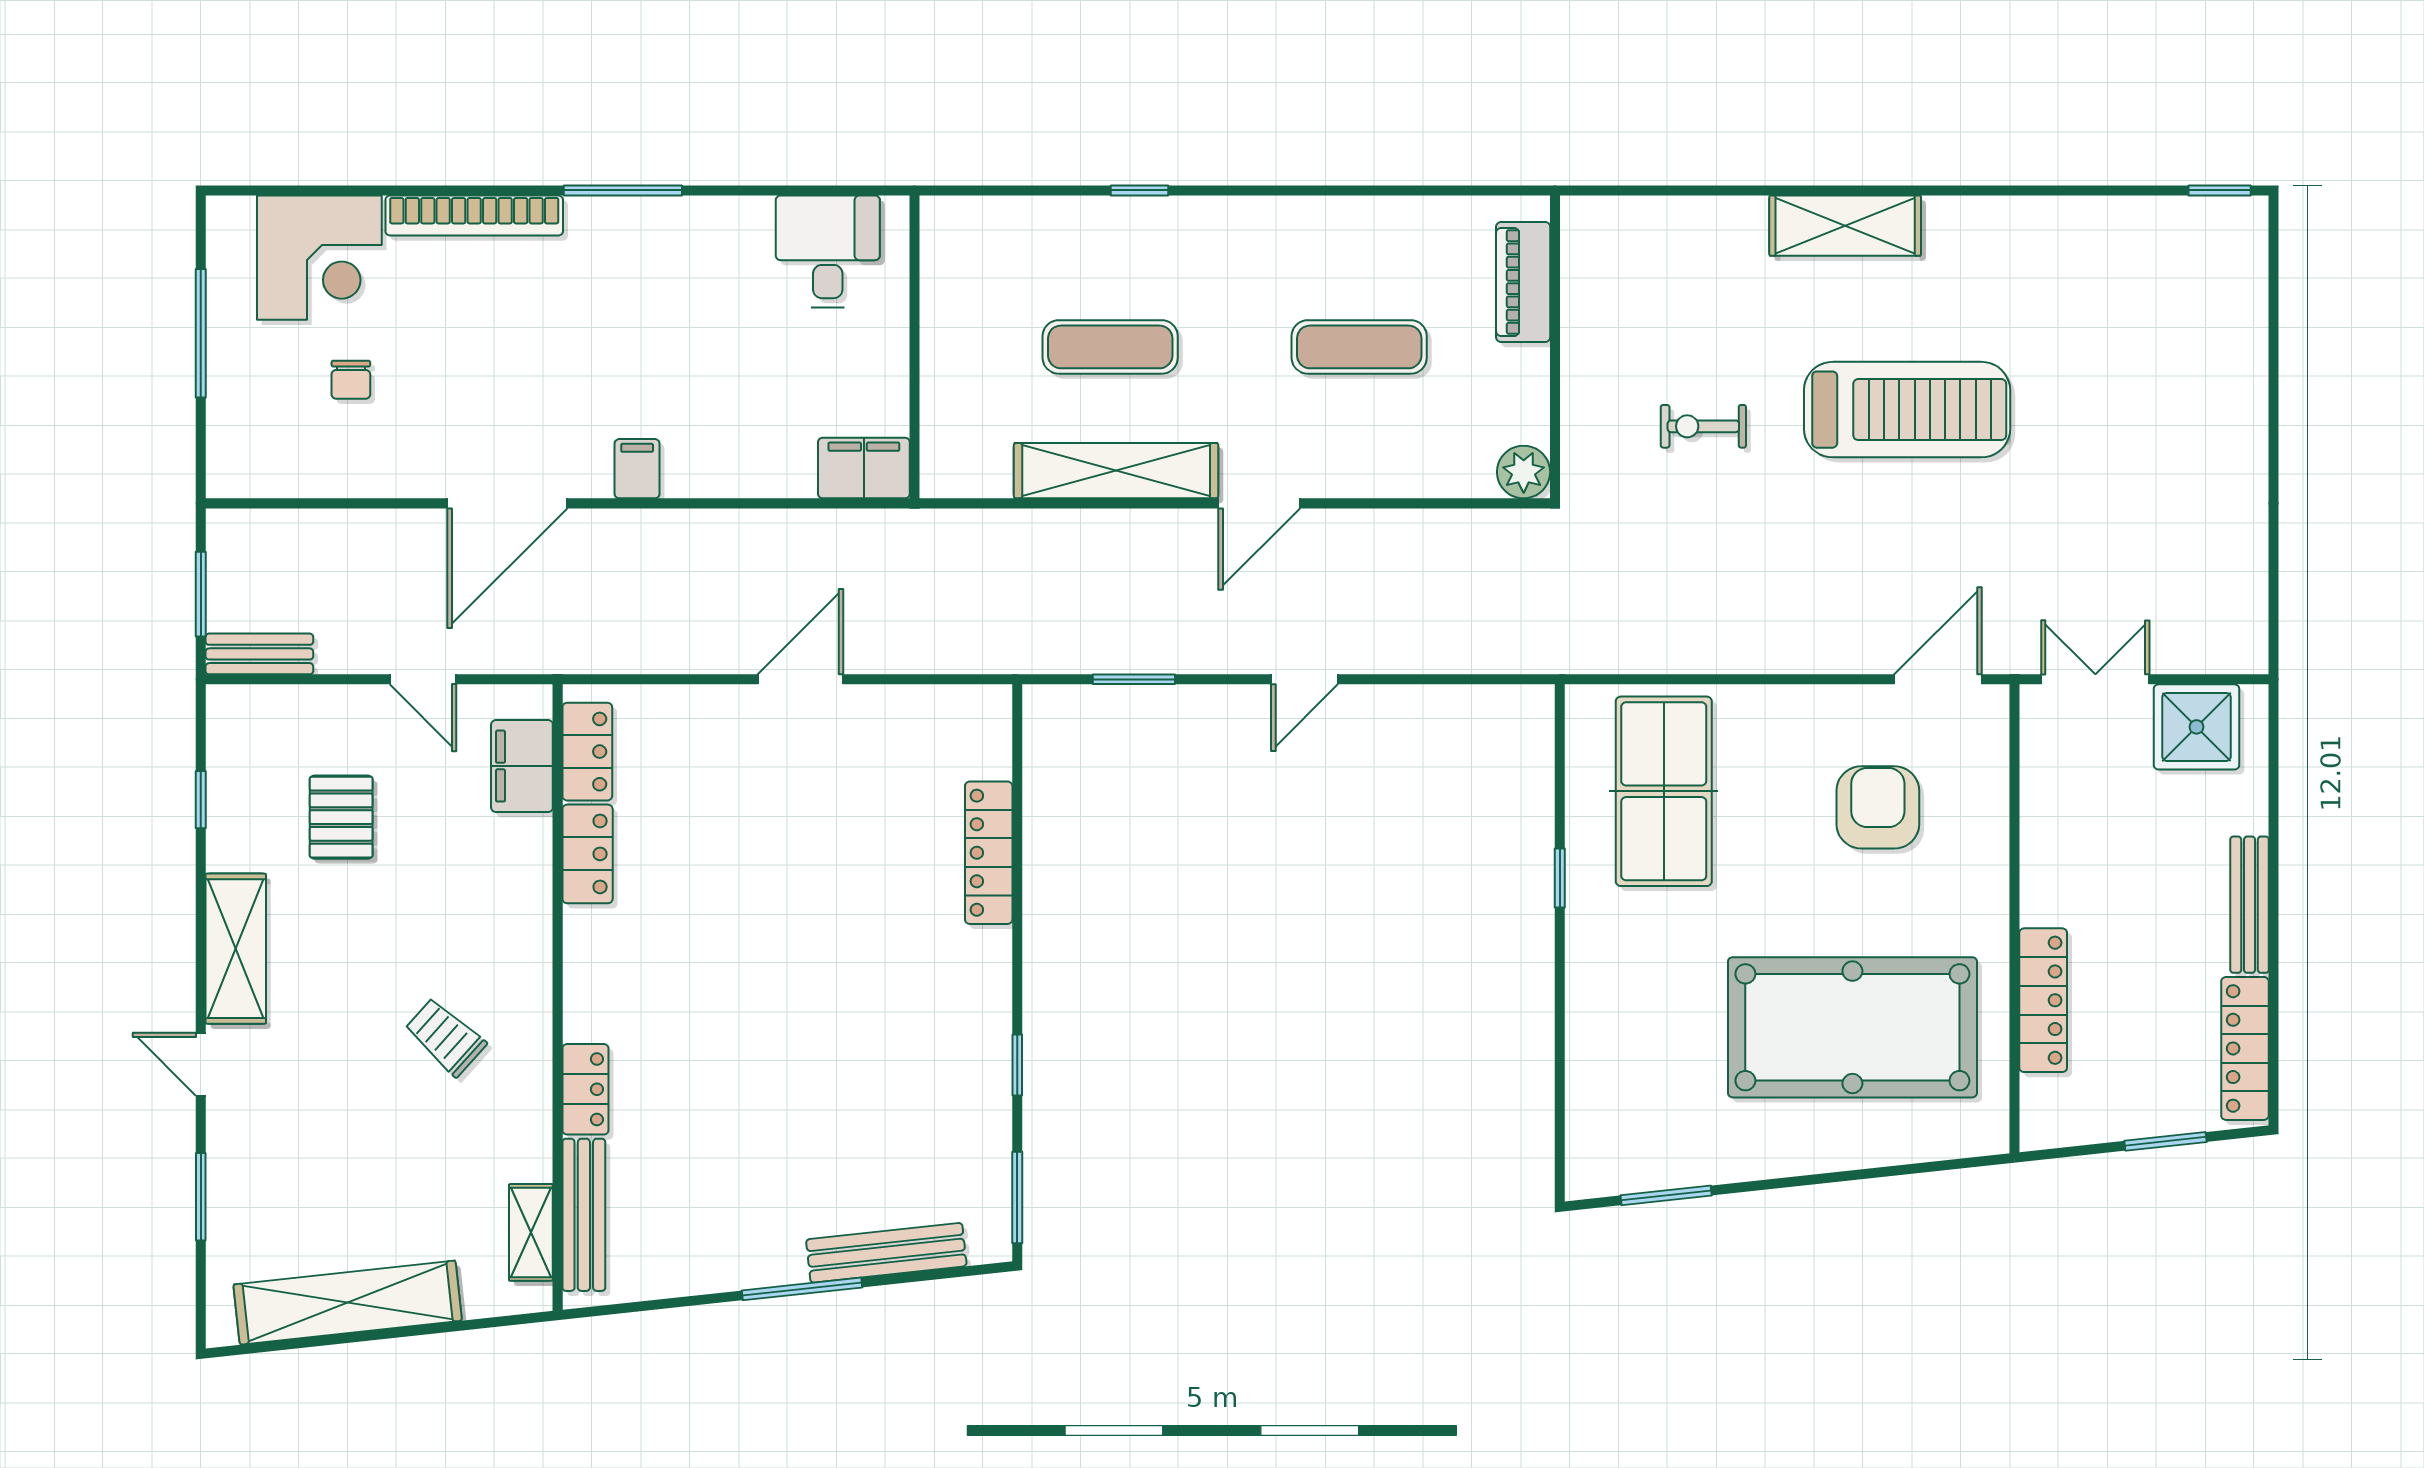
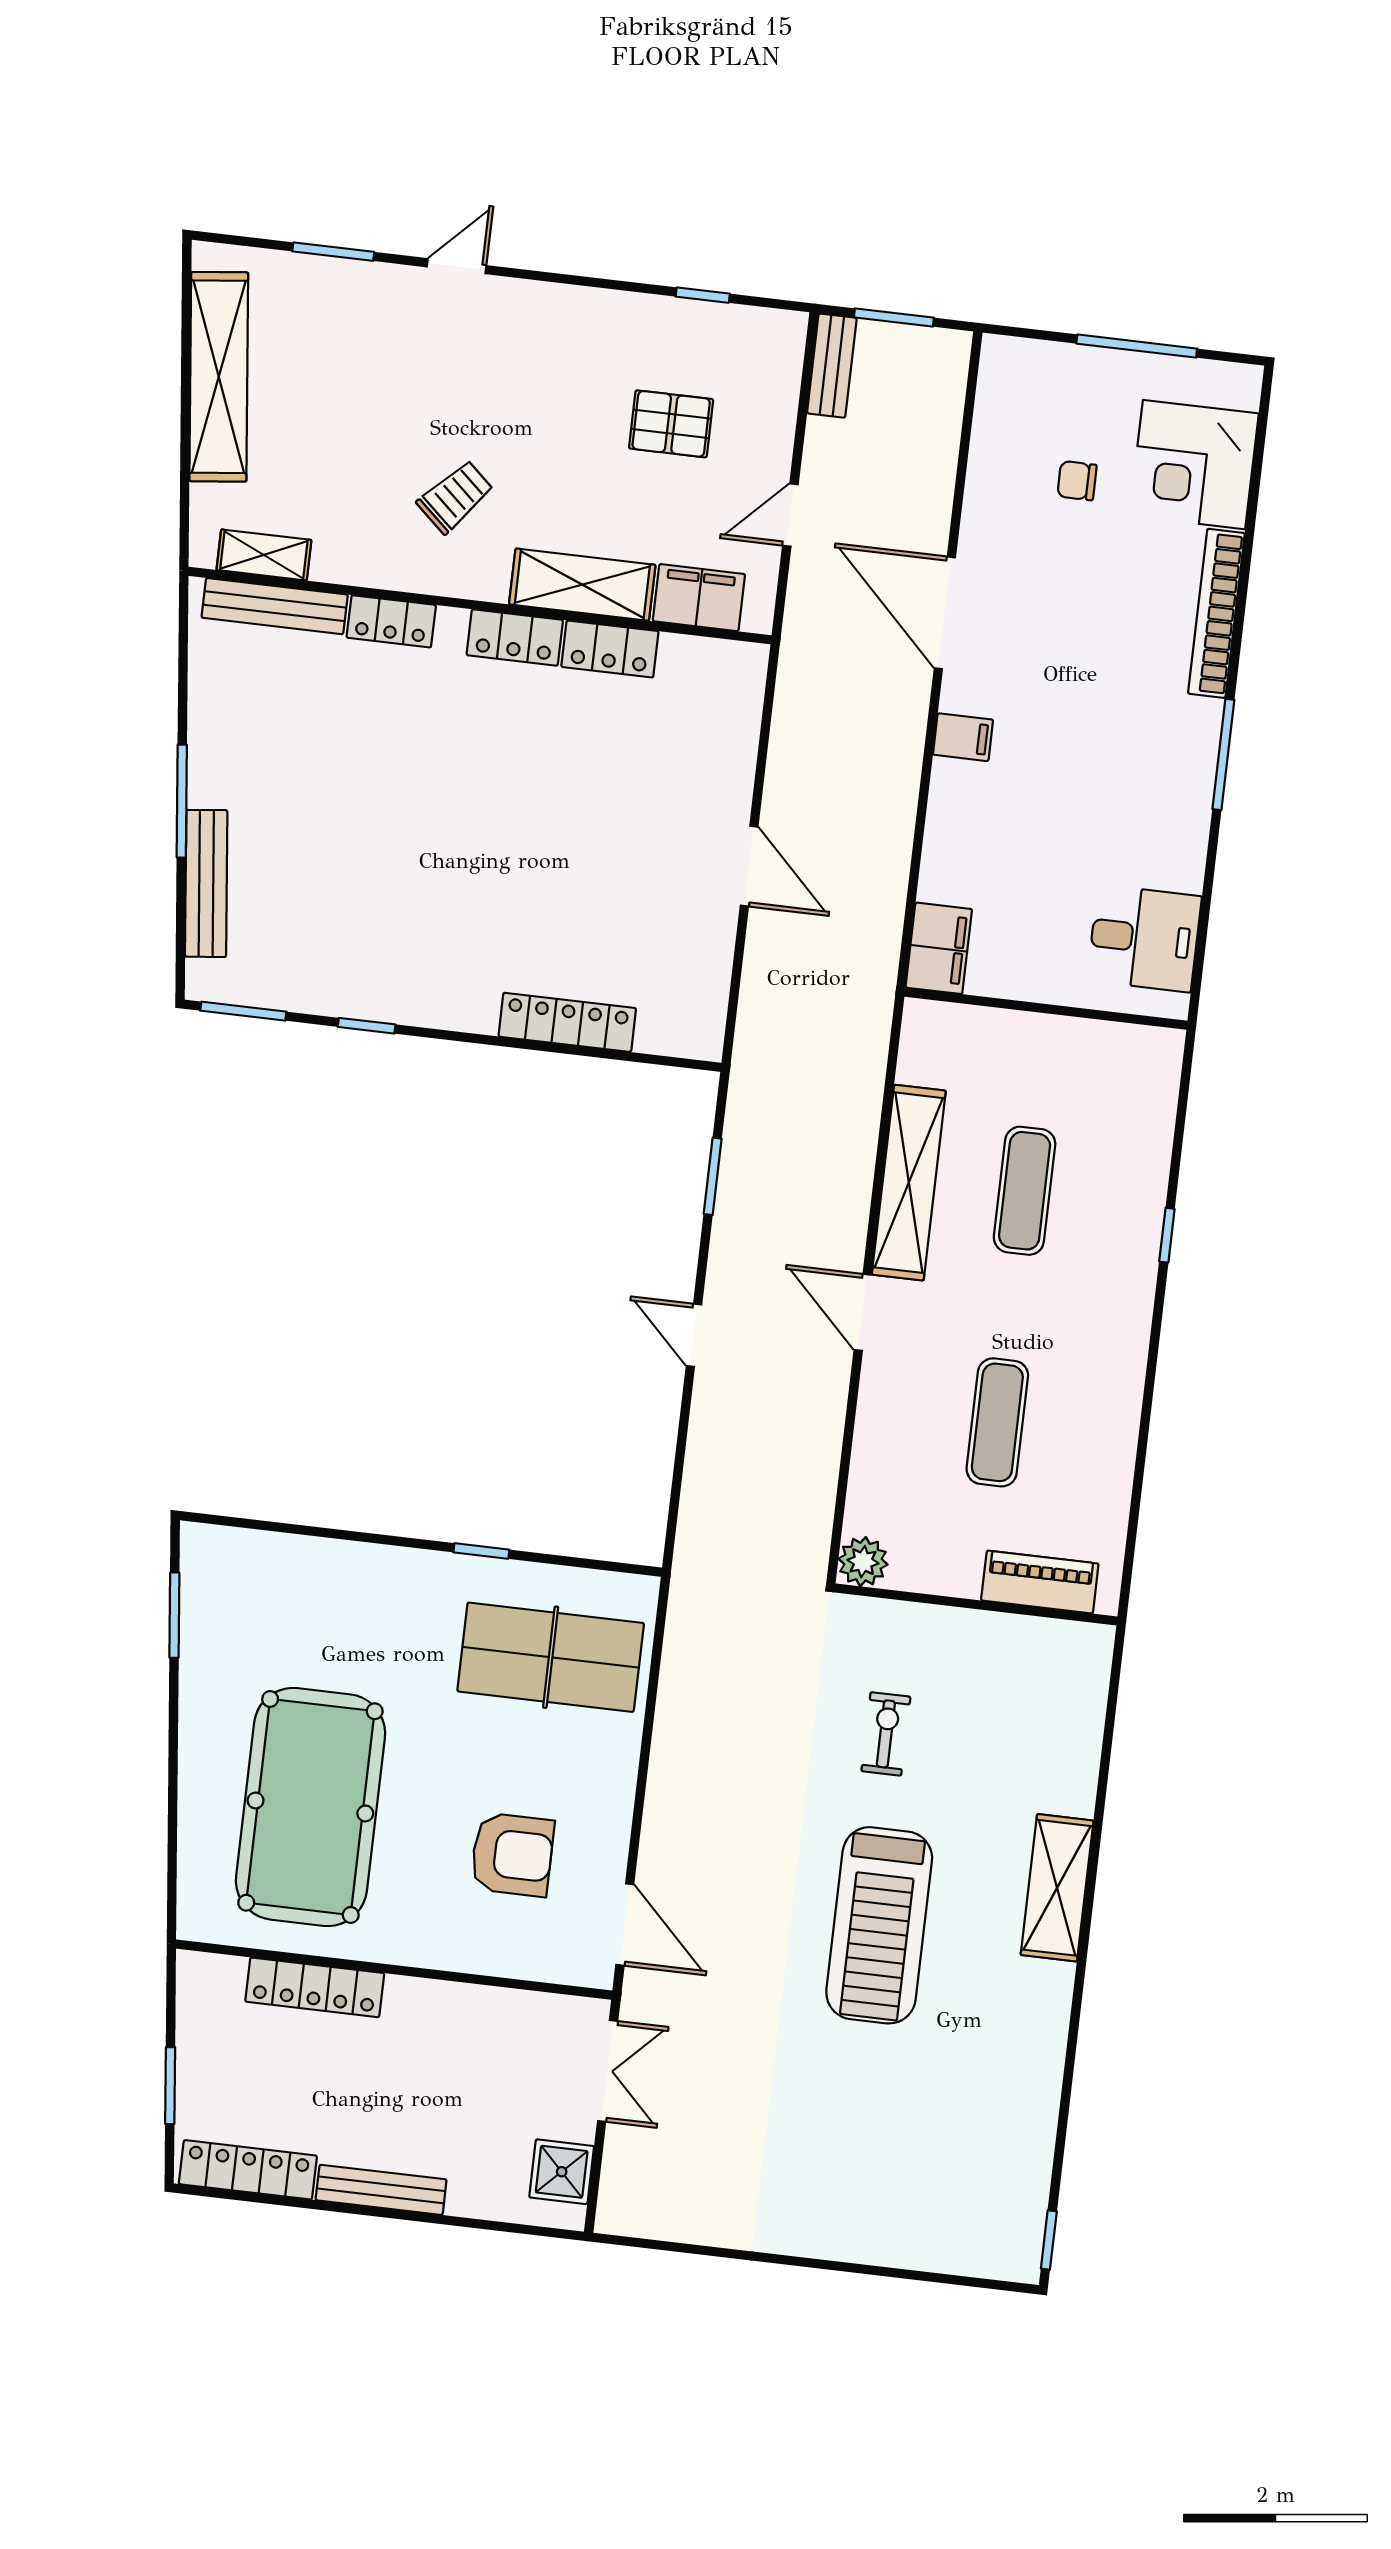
shower: (2197, 727) -> (562, 2172), width x0.73, depth x0.73
locker: (587, 752) -> (515, 638), moved
shelving: (236, 949) -> (582, 585), moved

